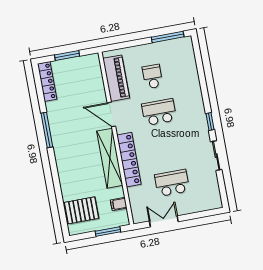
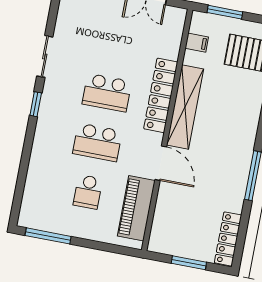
school desk: (172, 183) -> (107, 93), moved

